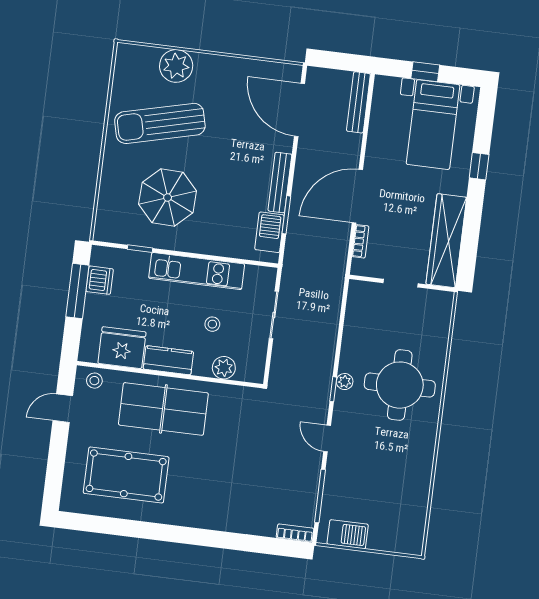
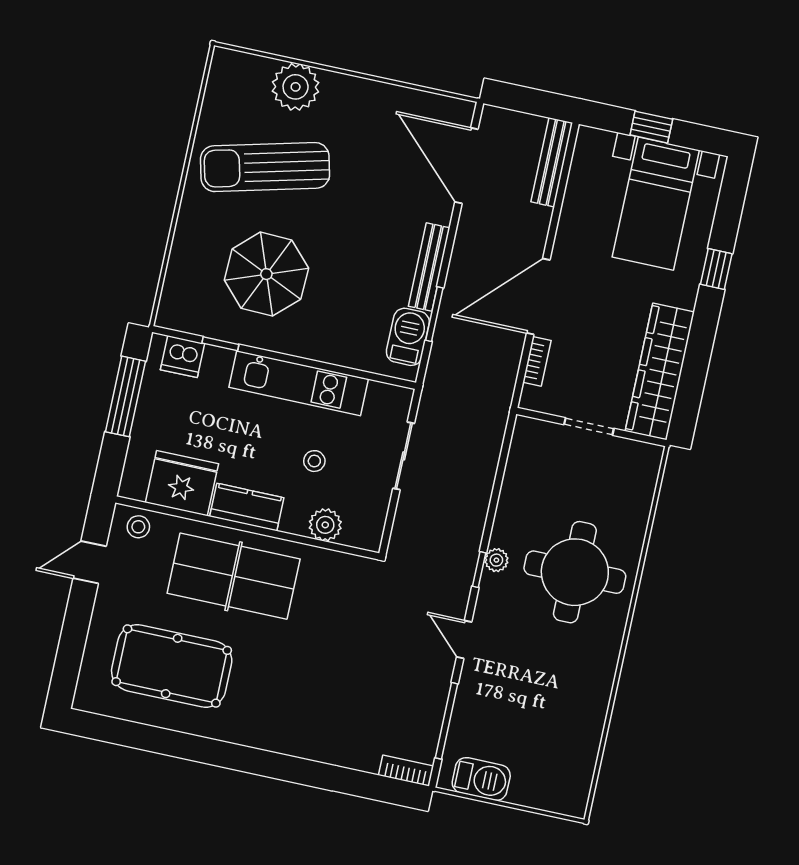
dishwasher: (100, 280) -> (182, 357), moved, turned 90

